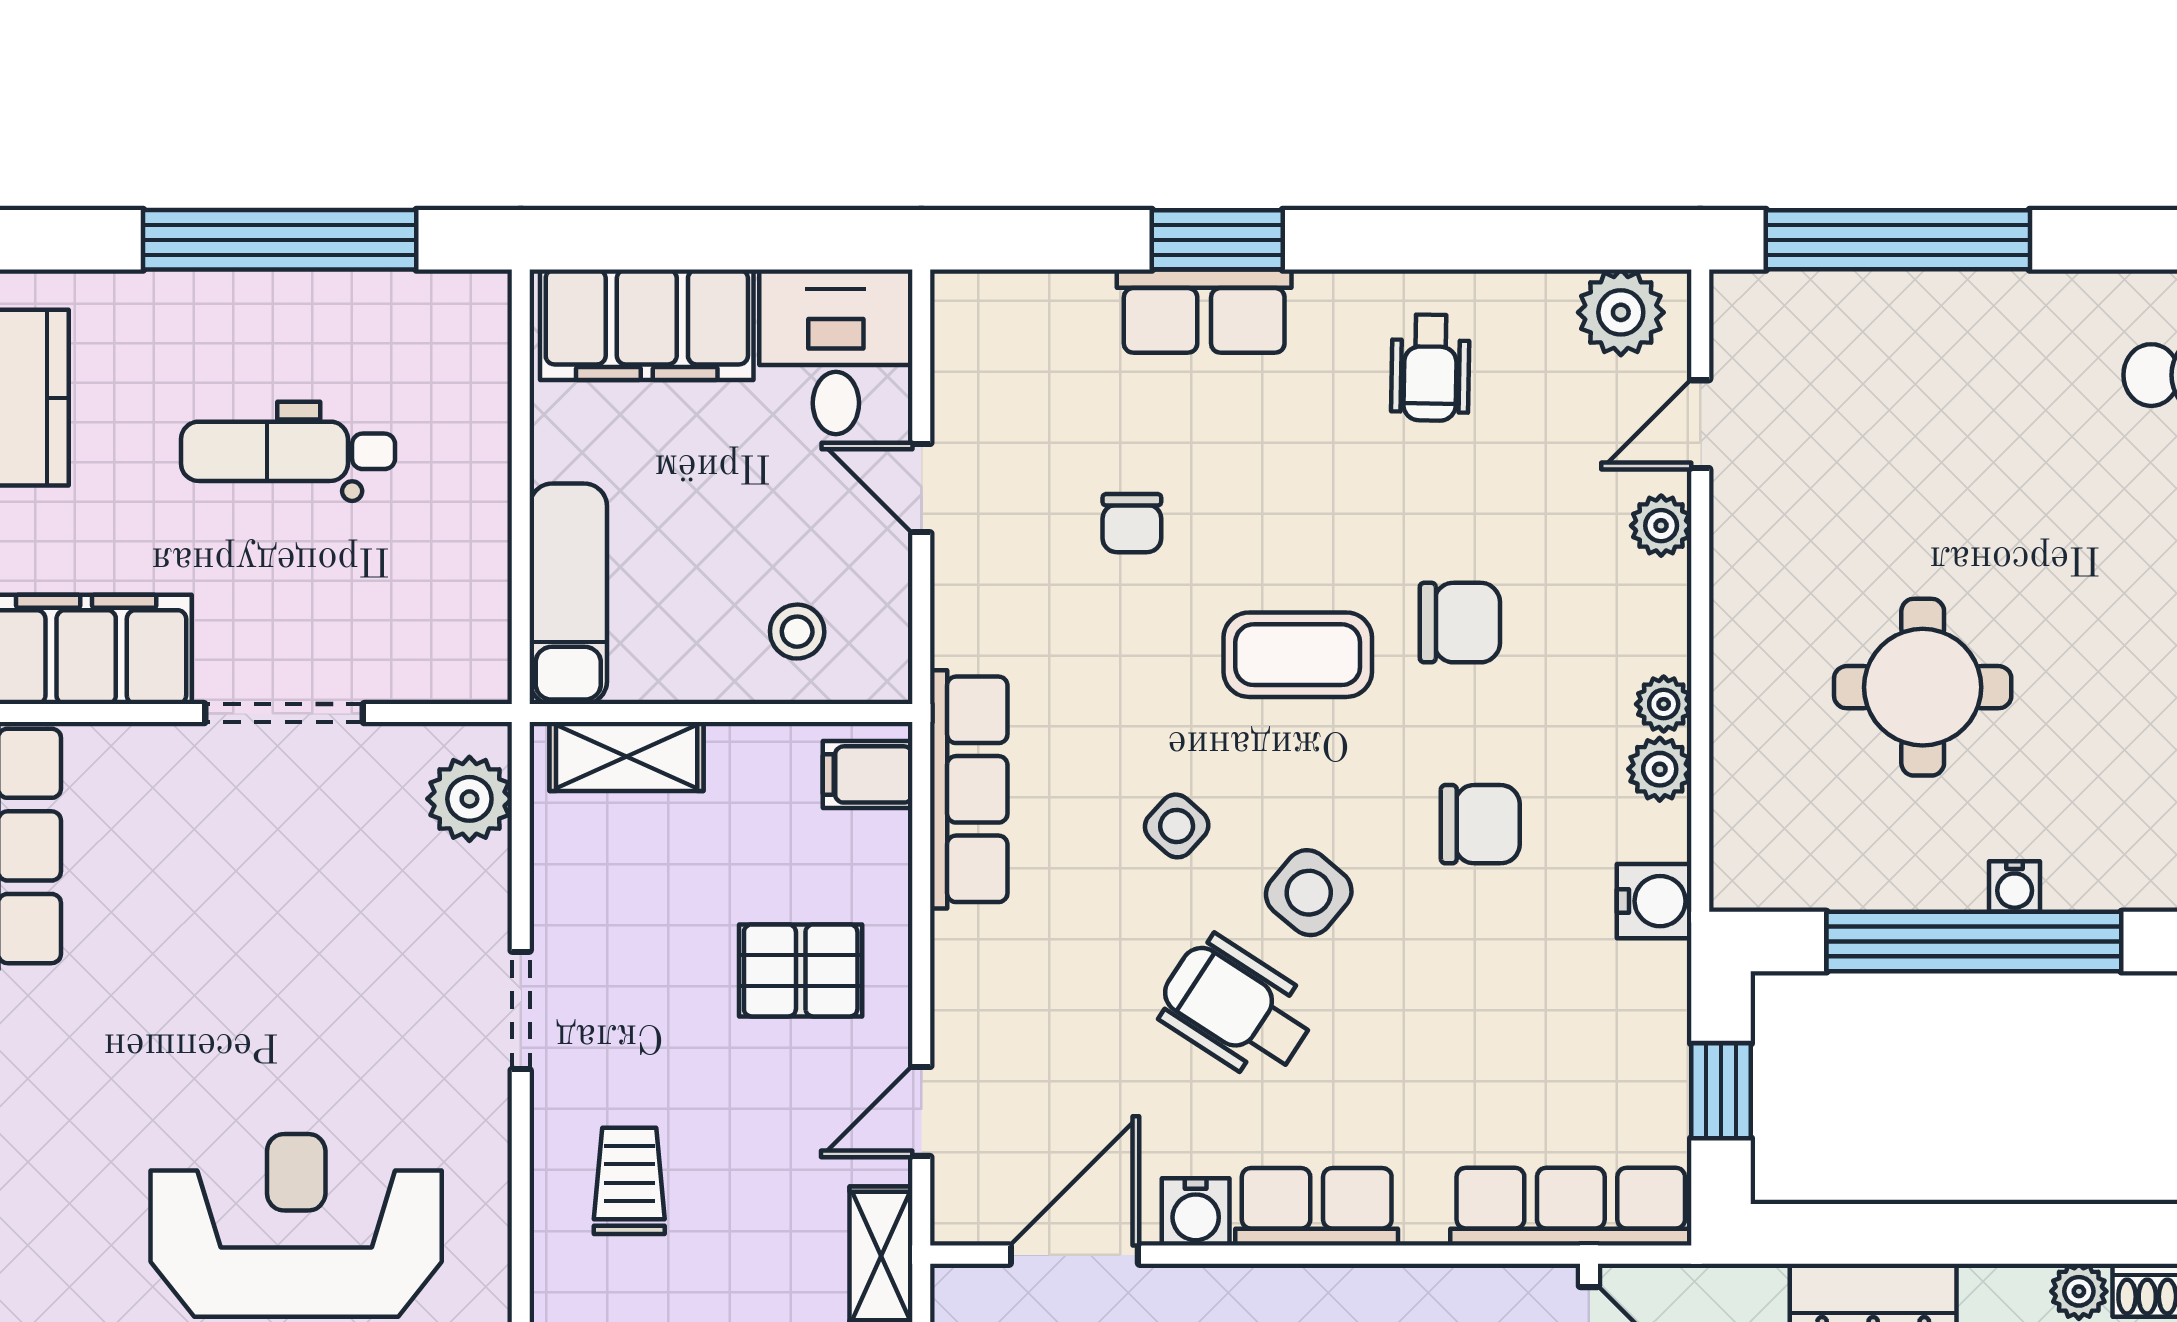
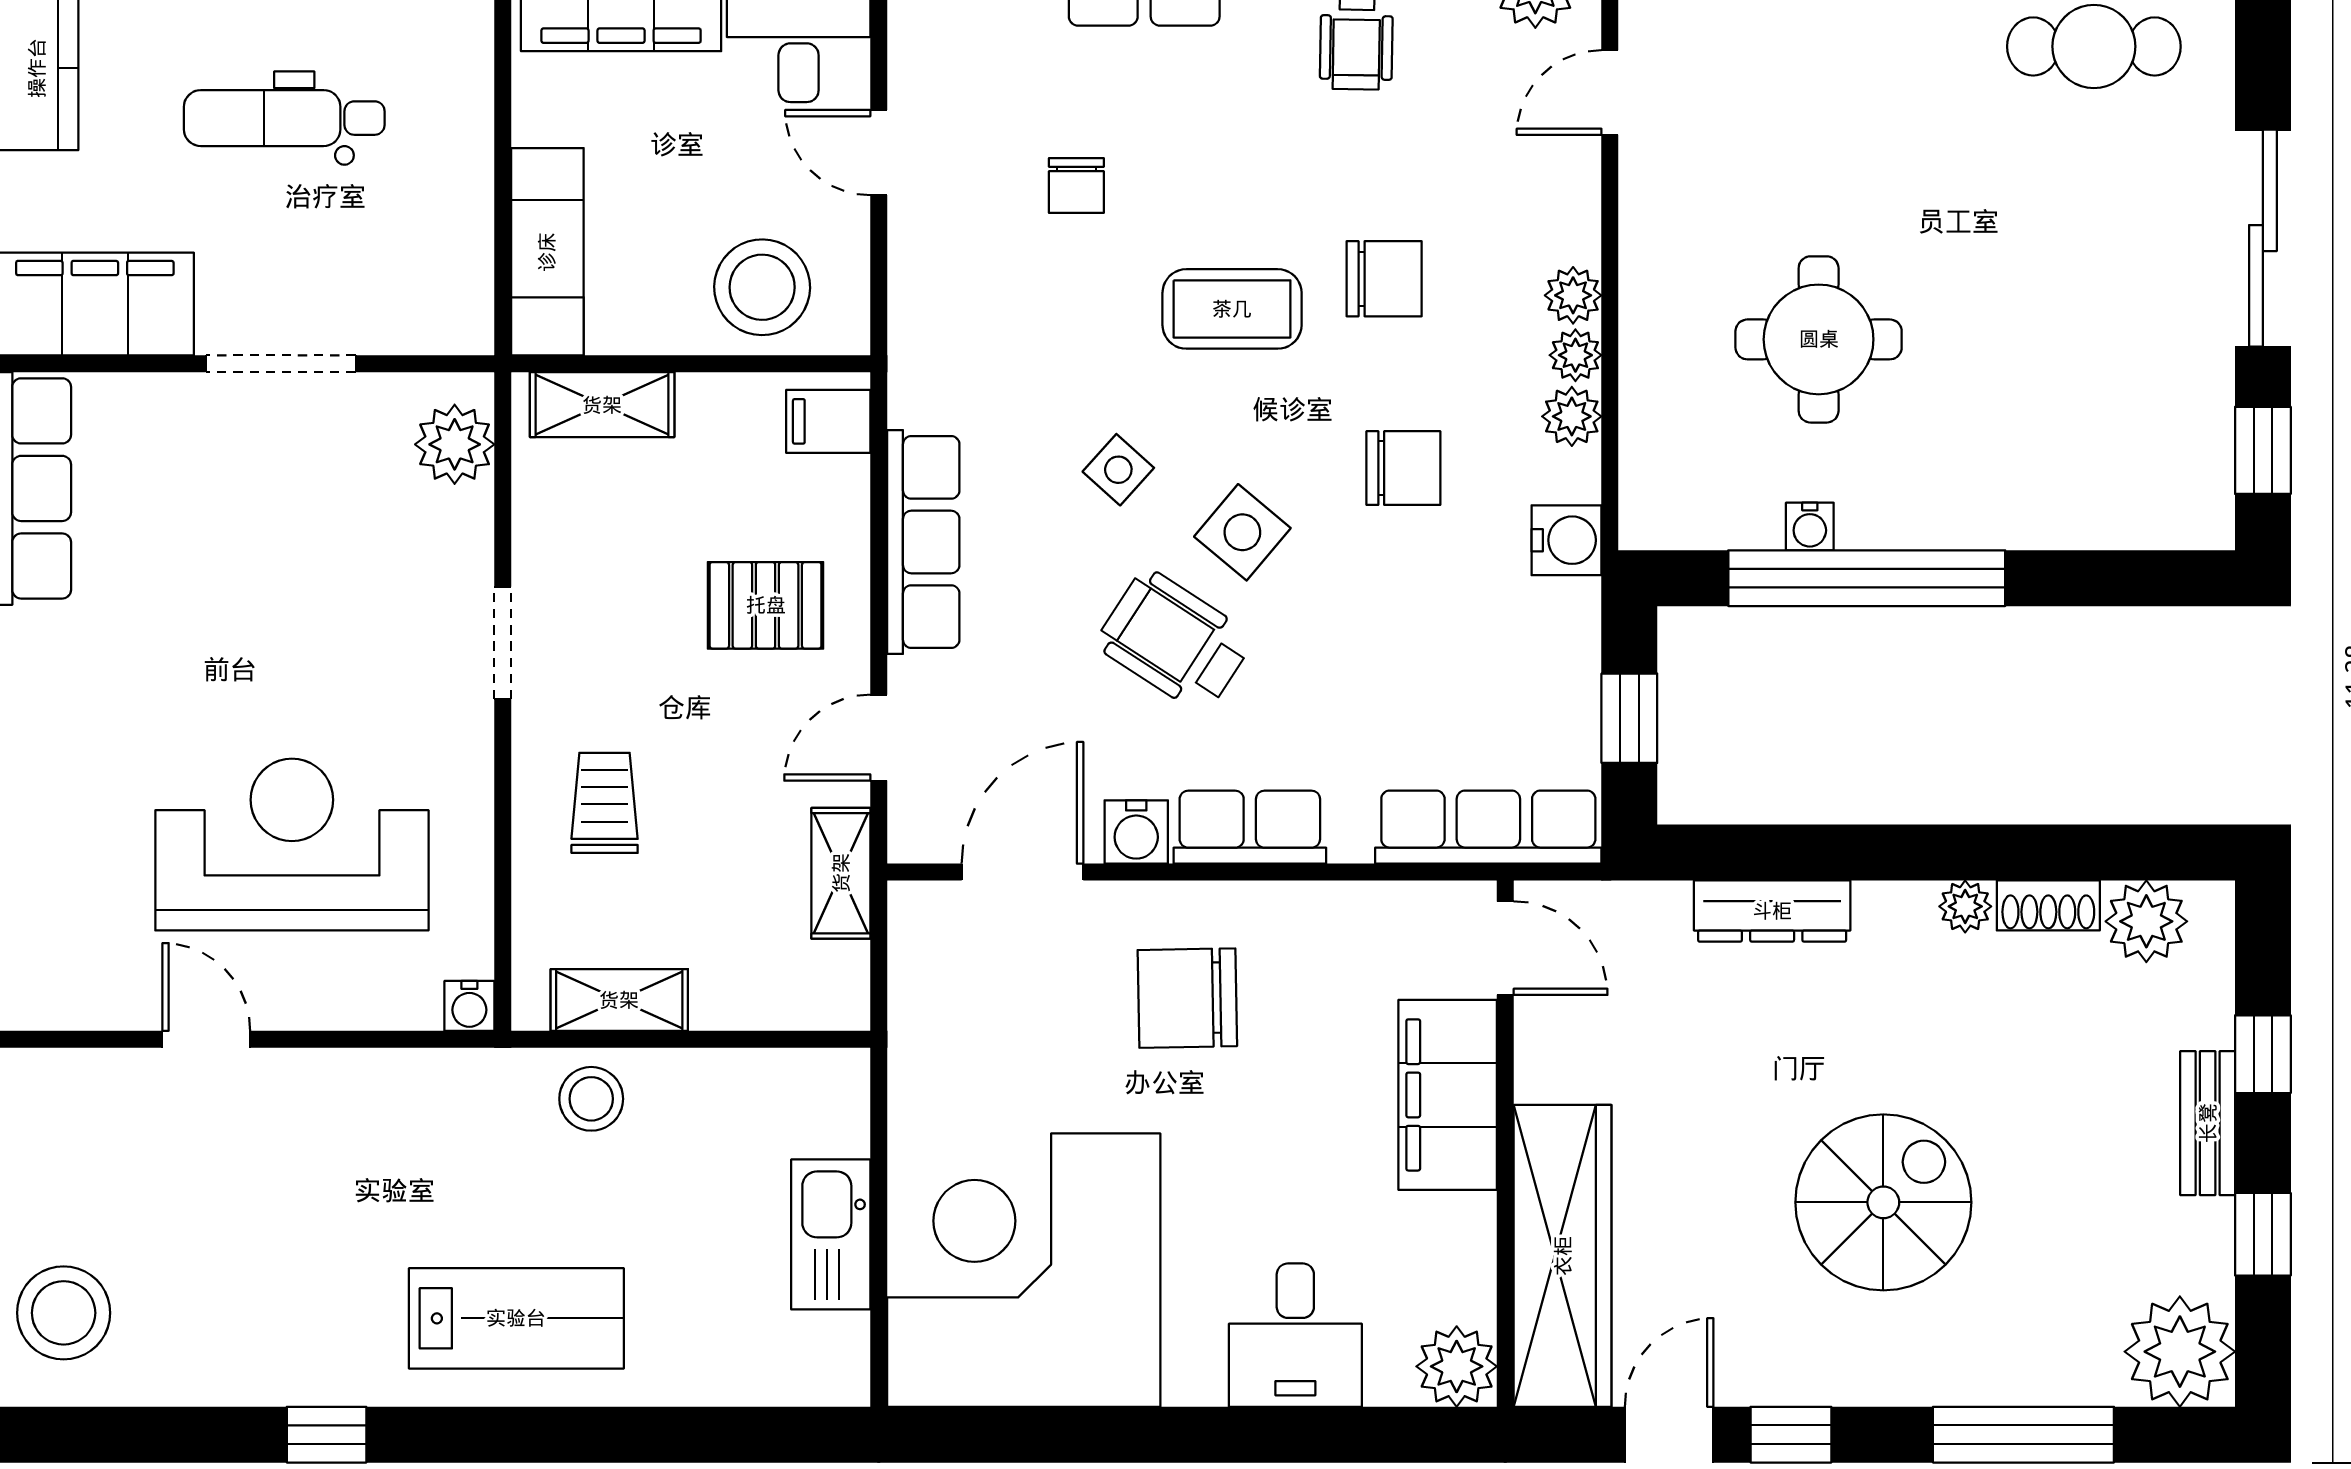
plant: (1661, 526) -> (1573, 295), moved
stool: (797, 632) -> (762, 287), width x1.89, depth x1.89
row of seats: (969, 789) -> (923, 542), moved
water cooler: (2015, 886) -> (1810, 527), moved

